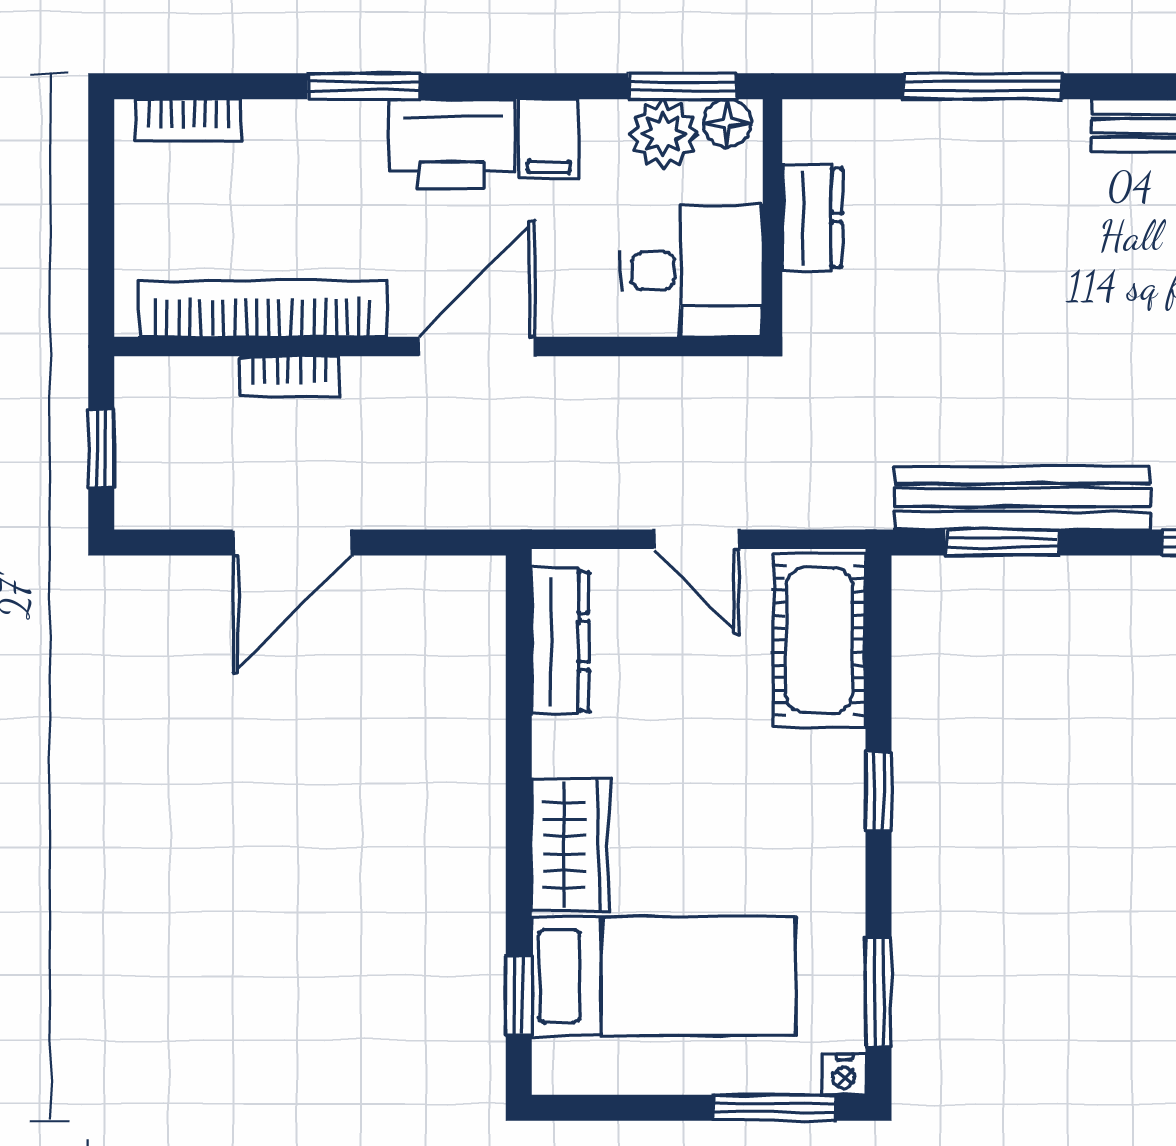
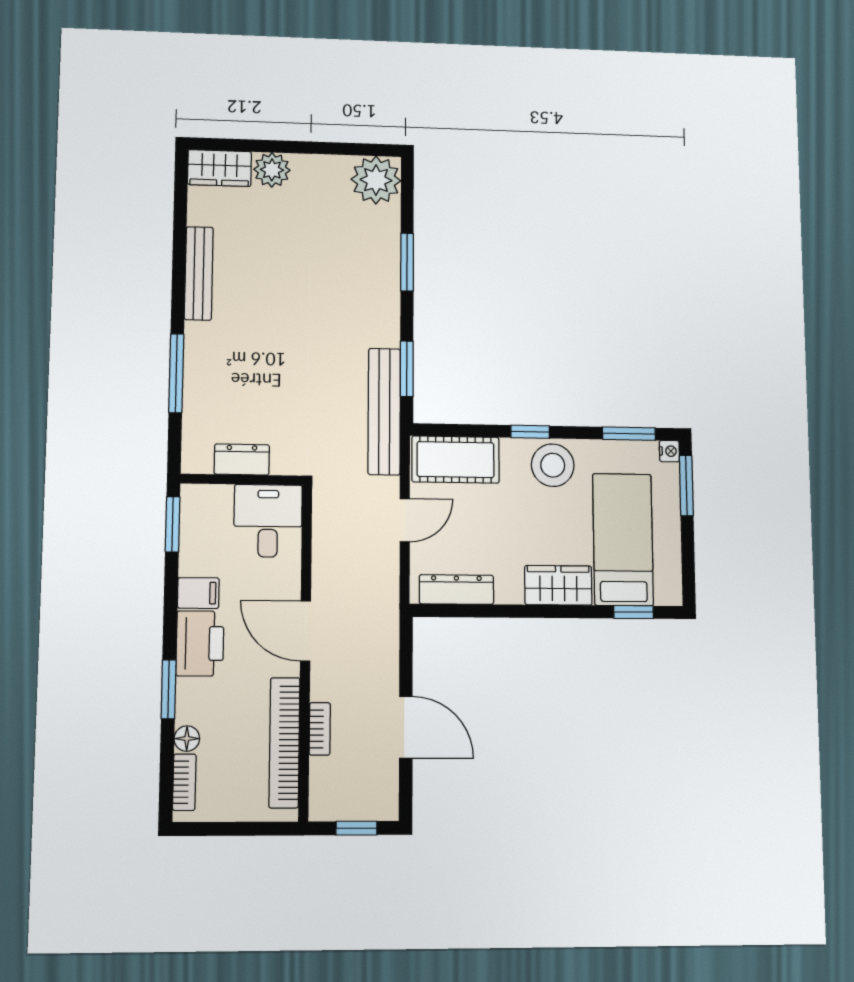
floor lamp: (727, 123) -> (187, 739), moved
plant: (663, 134) -> (197, 534), removed
bench: (1022, 498) -> (384, 411), moved
stool: (811, 836) -> (553, 465), added

